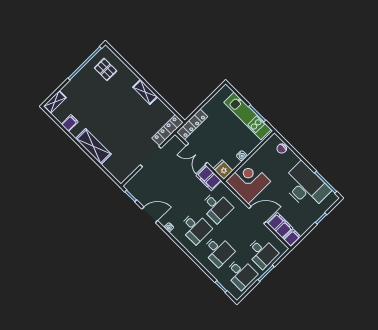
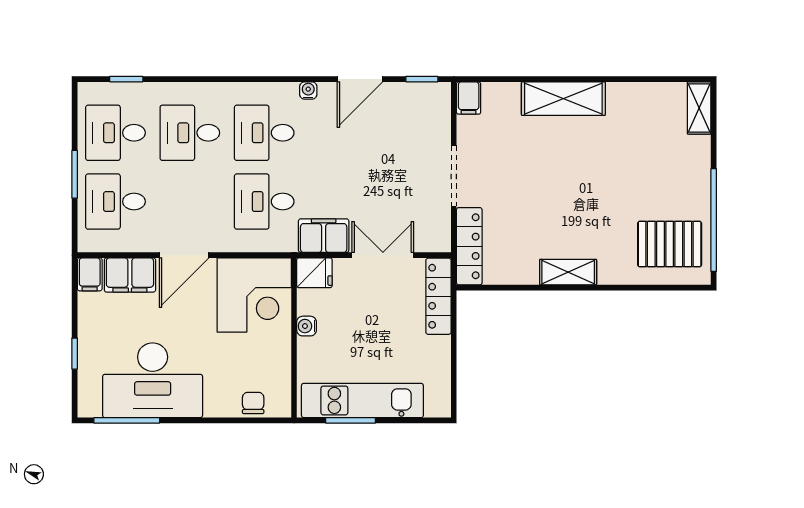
pallet: (106, 69) -> (670, 244), width x1.50, depth x1.42
filing cabinet: (70, 123) -> (469, 98), moved

